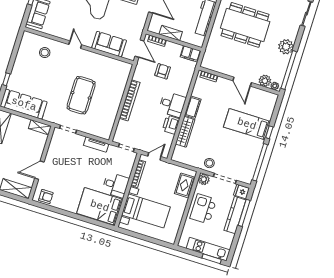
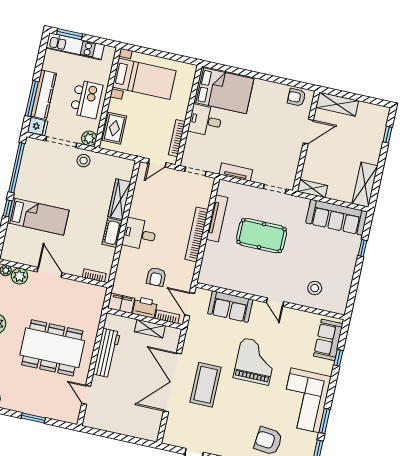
pool table: (81, 95) -> (262, 236), turned 90
tv unit: (113, 111) -> (217, 218), added
printer: (171, 125) -> (145, 307), moved, turned -90
bed with nightstands: (146, 211) -> (144, 79), moved, turned 180

